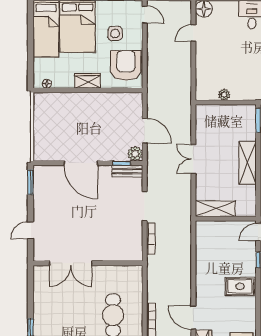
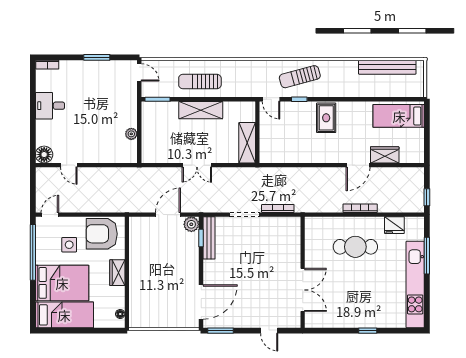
door: (81, 163) -> (201, 302), moved
bench: (127, 171) -> (209, 238), width x1.36

